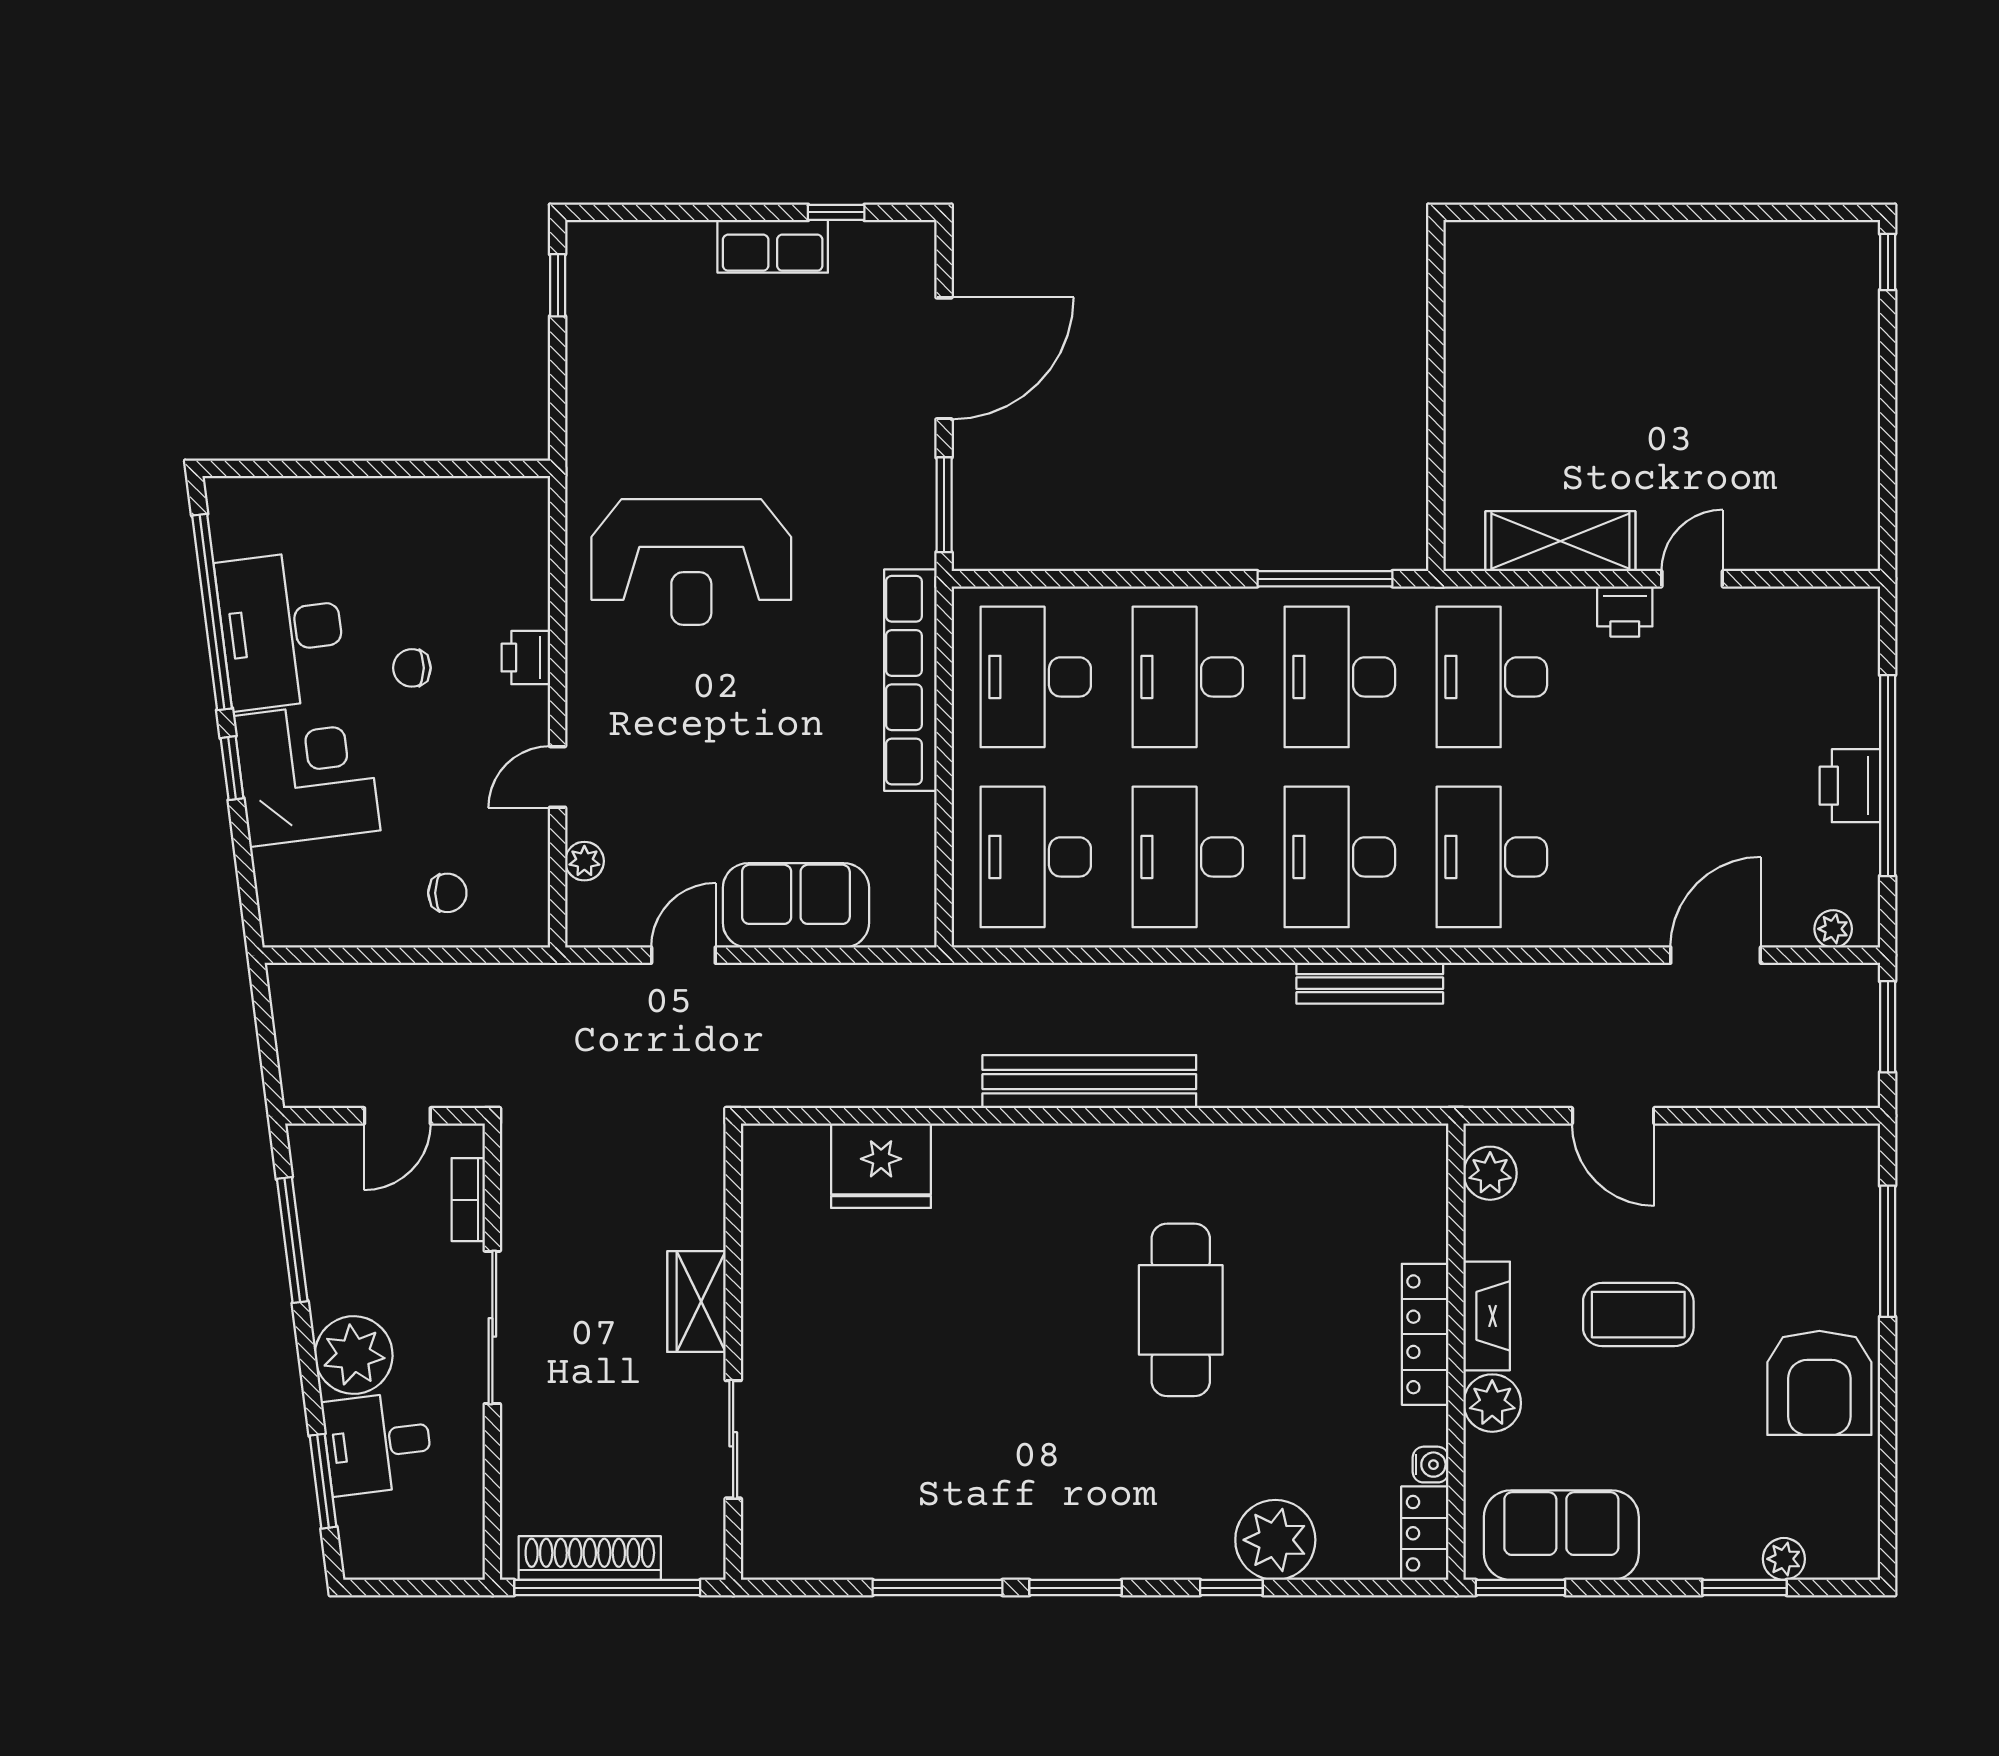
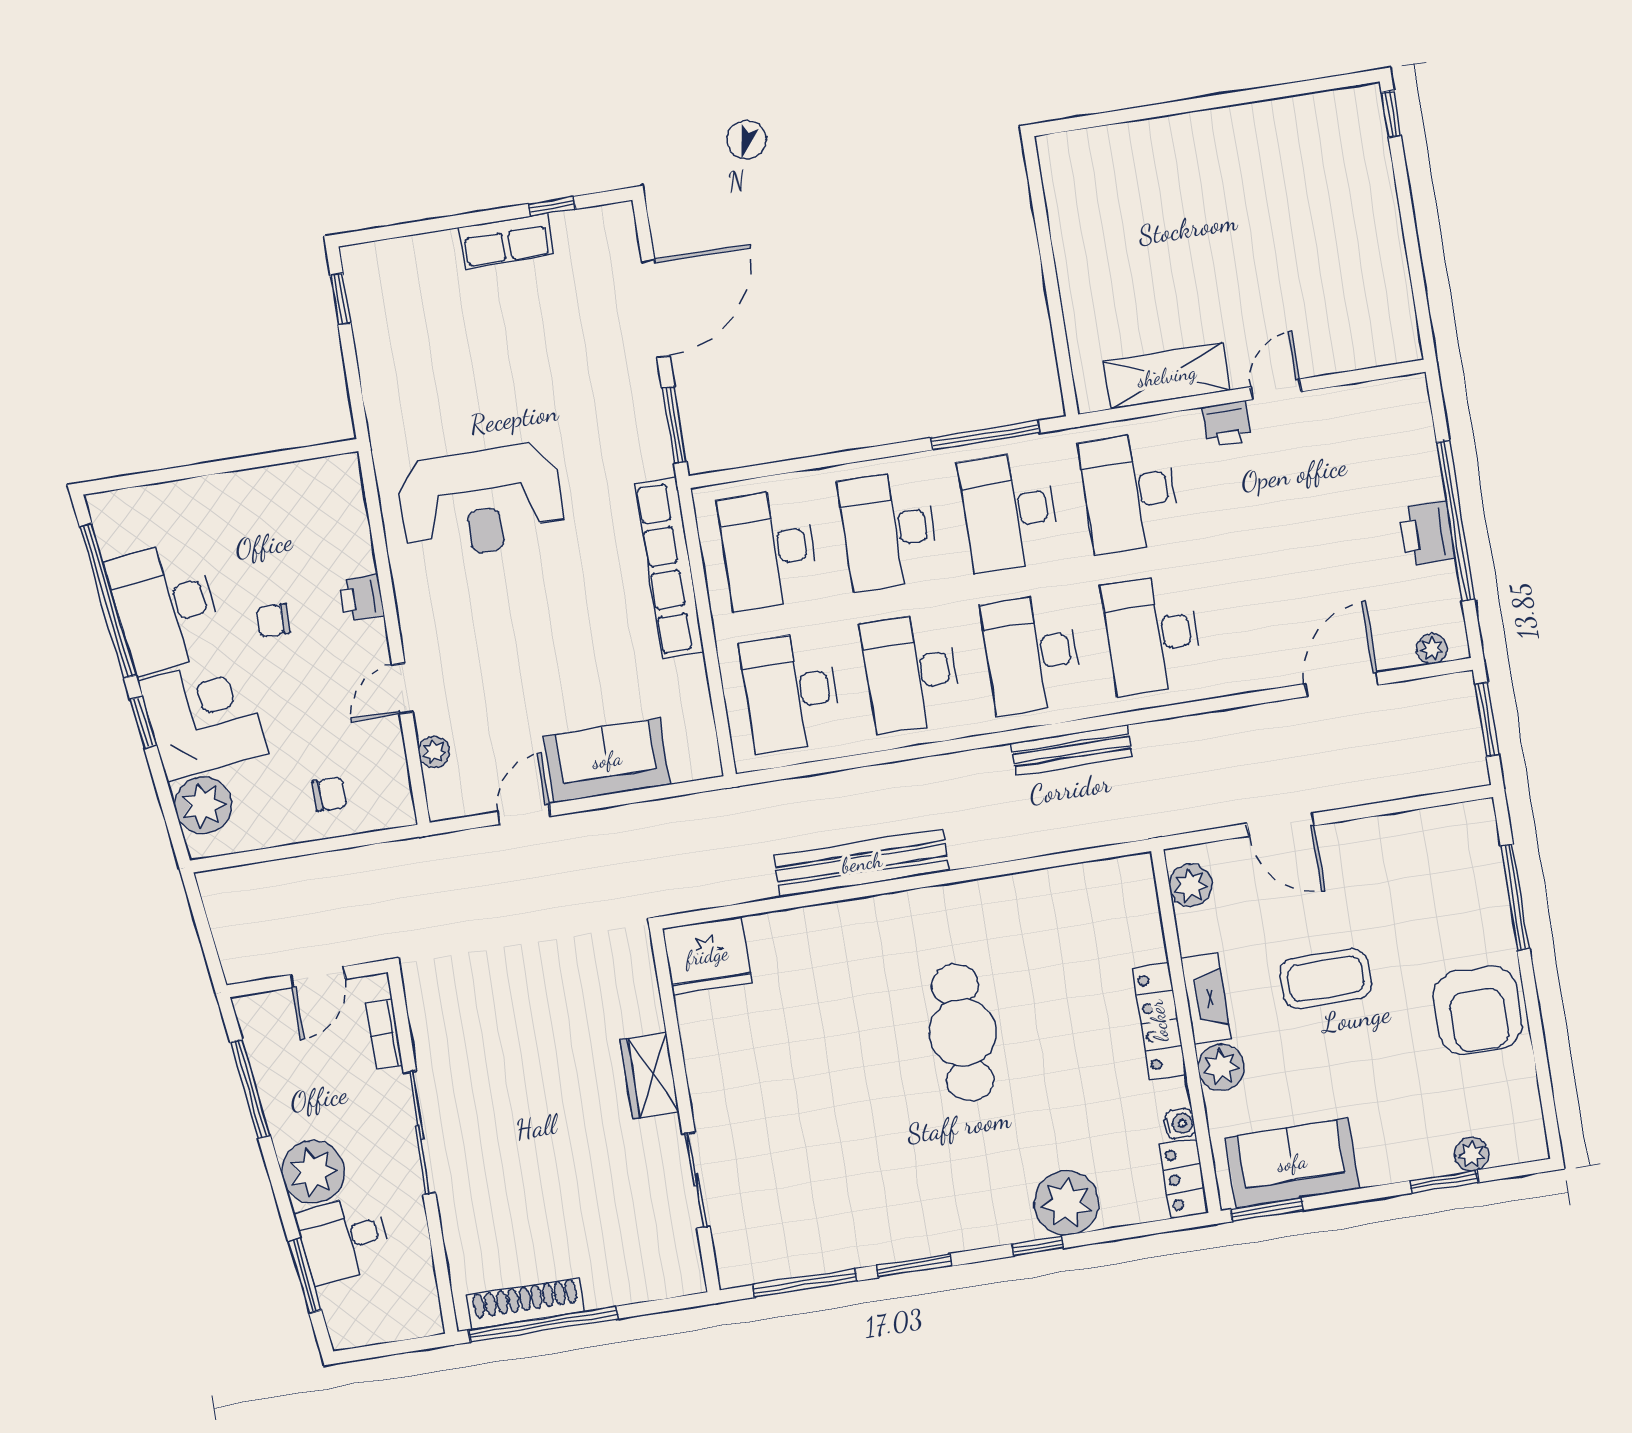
plant: (290, 882) -> (203, 805), added
wardrobe: (696, 1302) -> (650, 1075), moved
wall: (733, 1352) -> (685, 1110), moved
sliding door: (733, 1439) -> (696, 1180), moved

